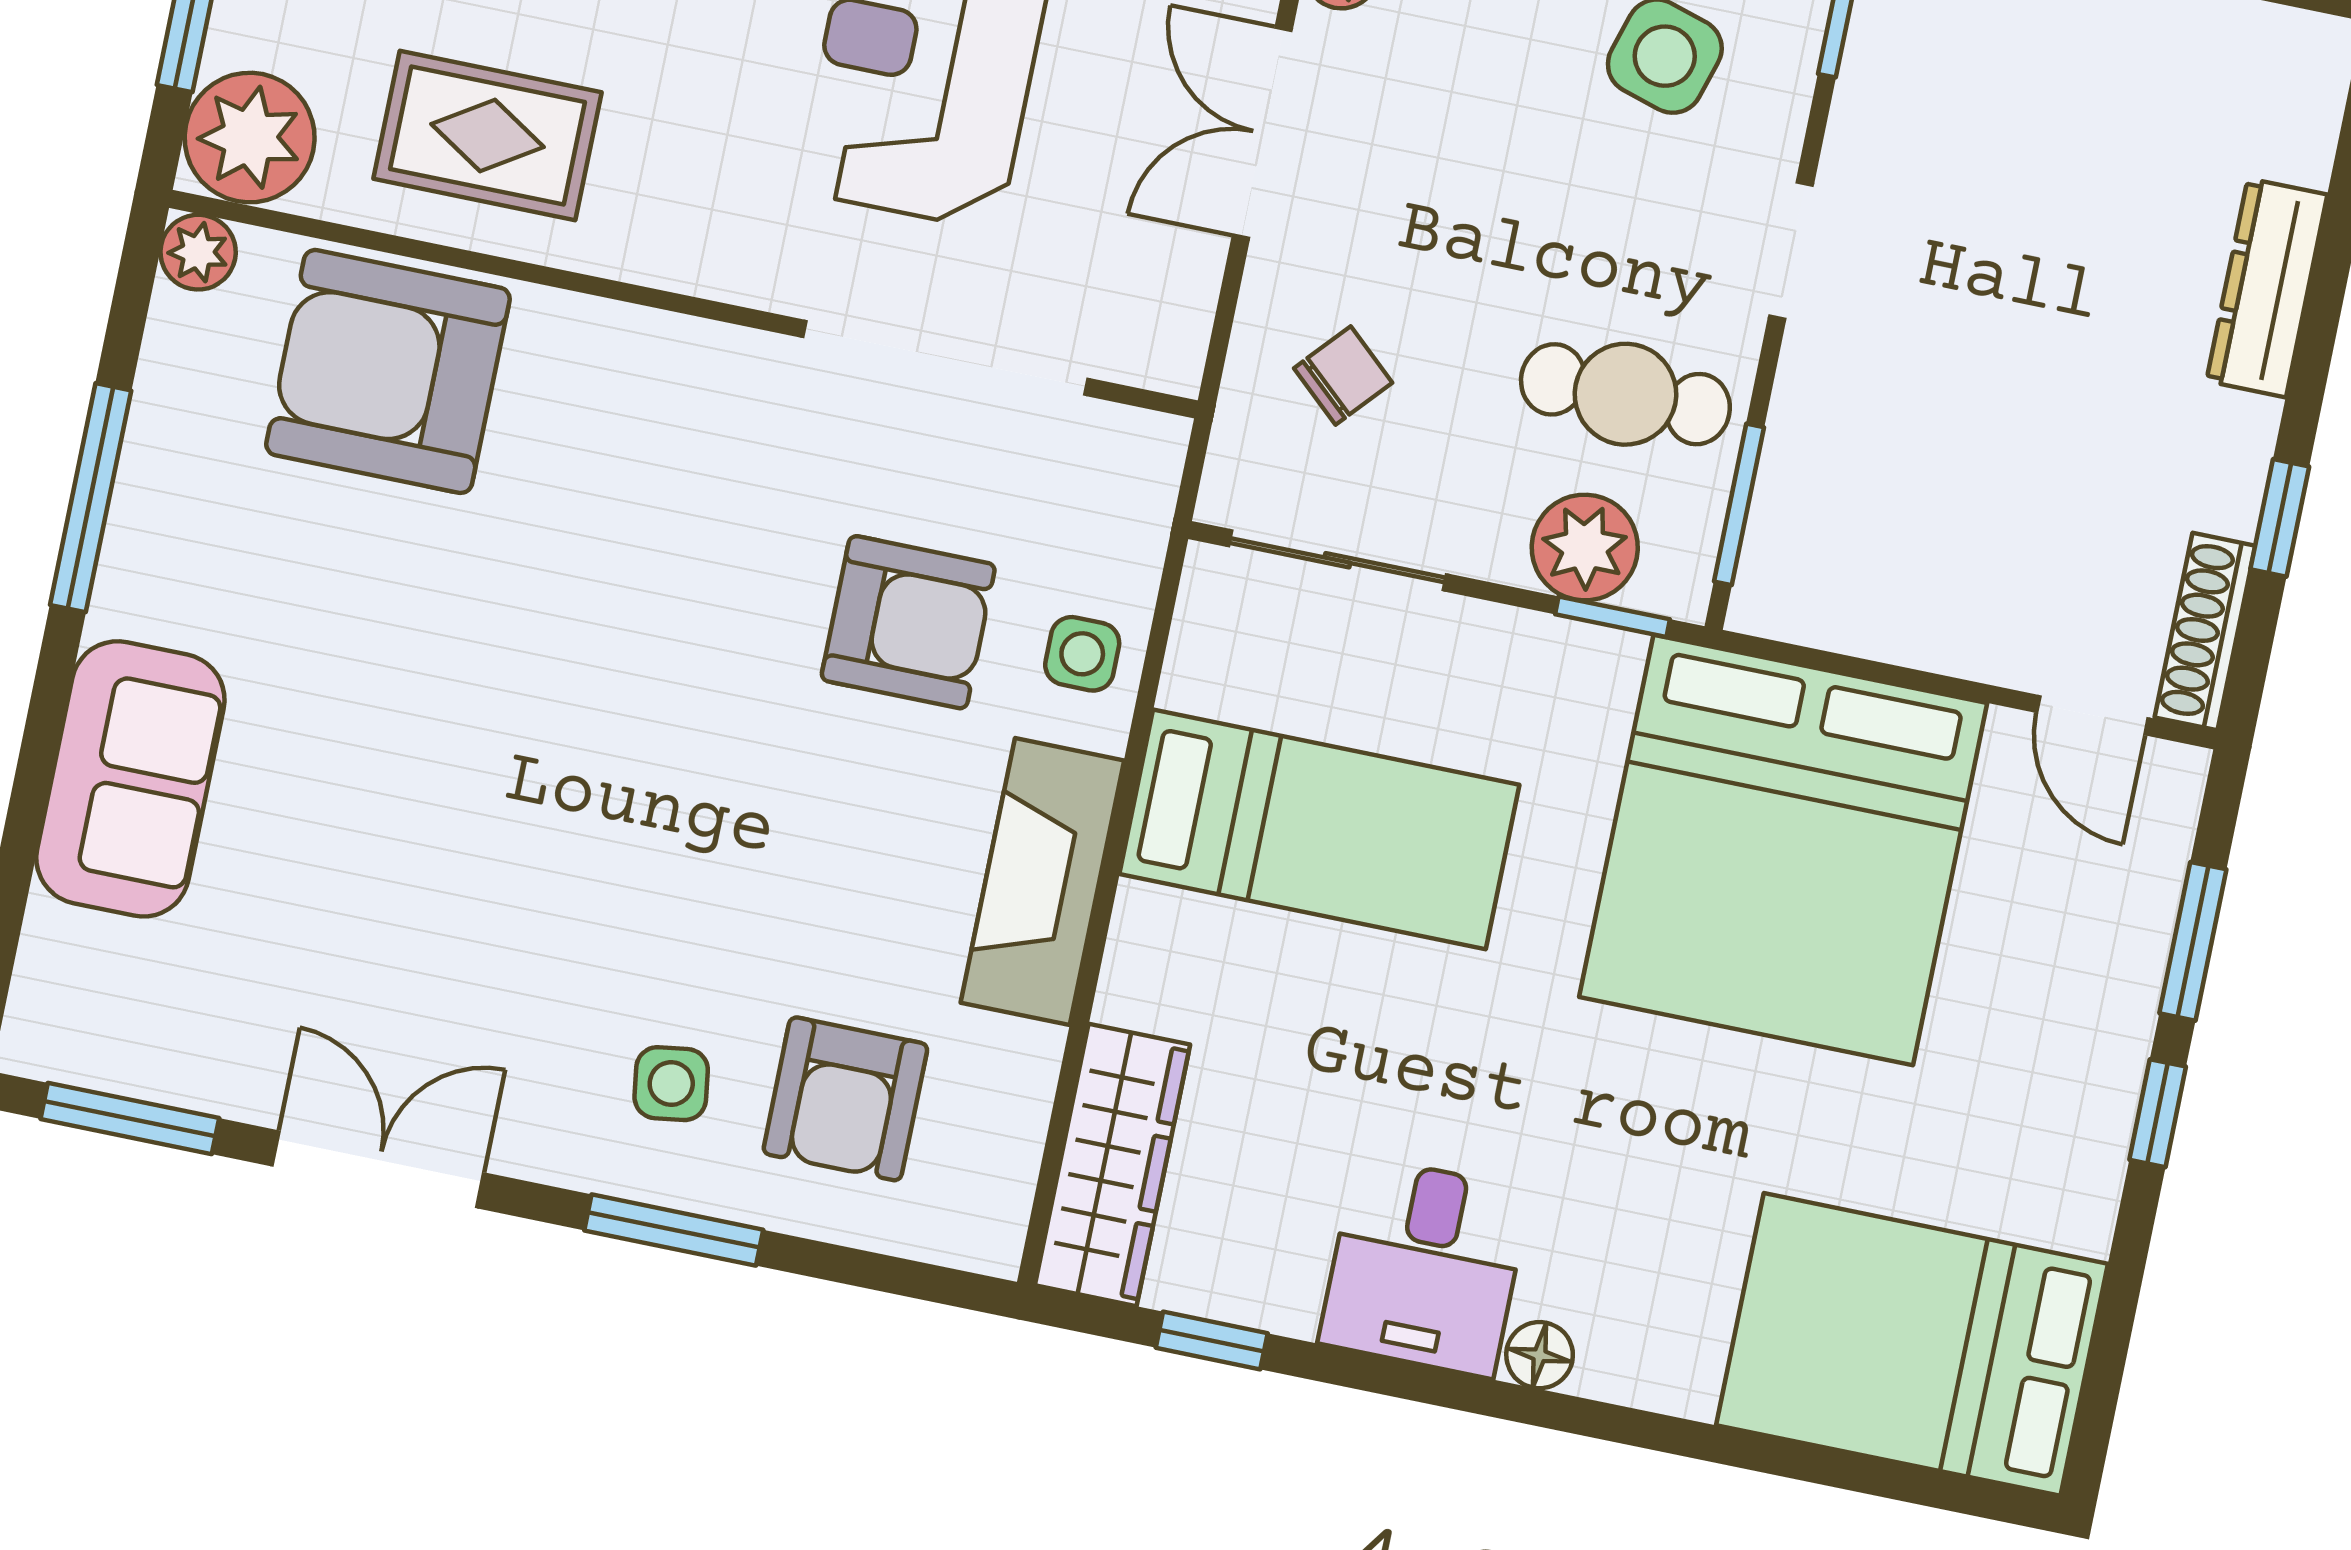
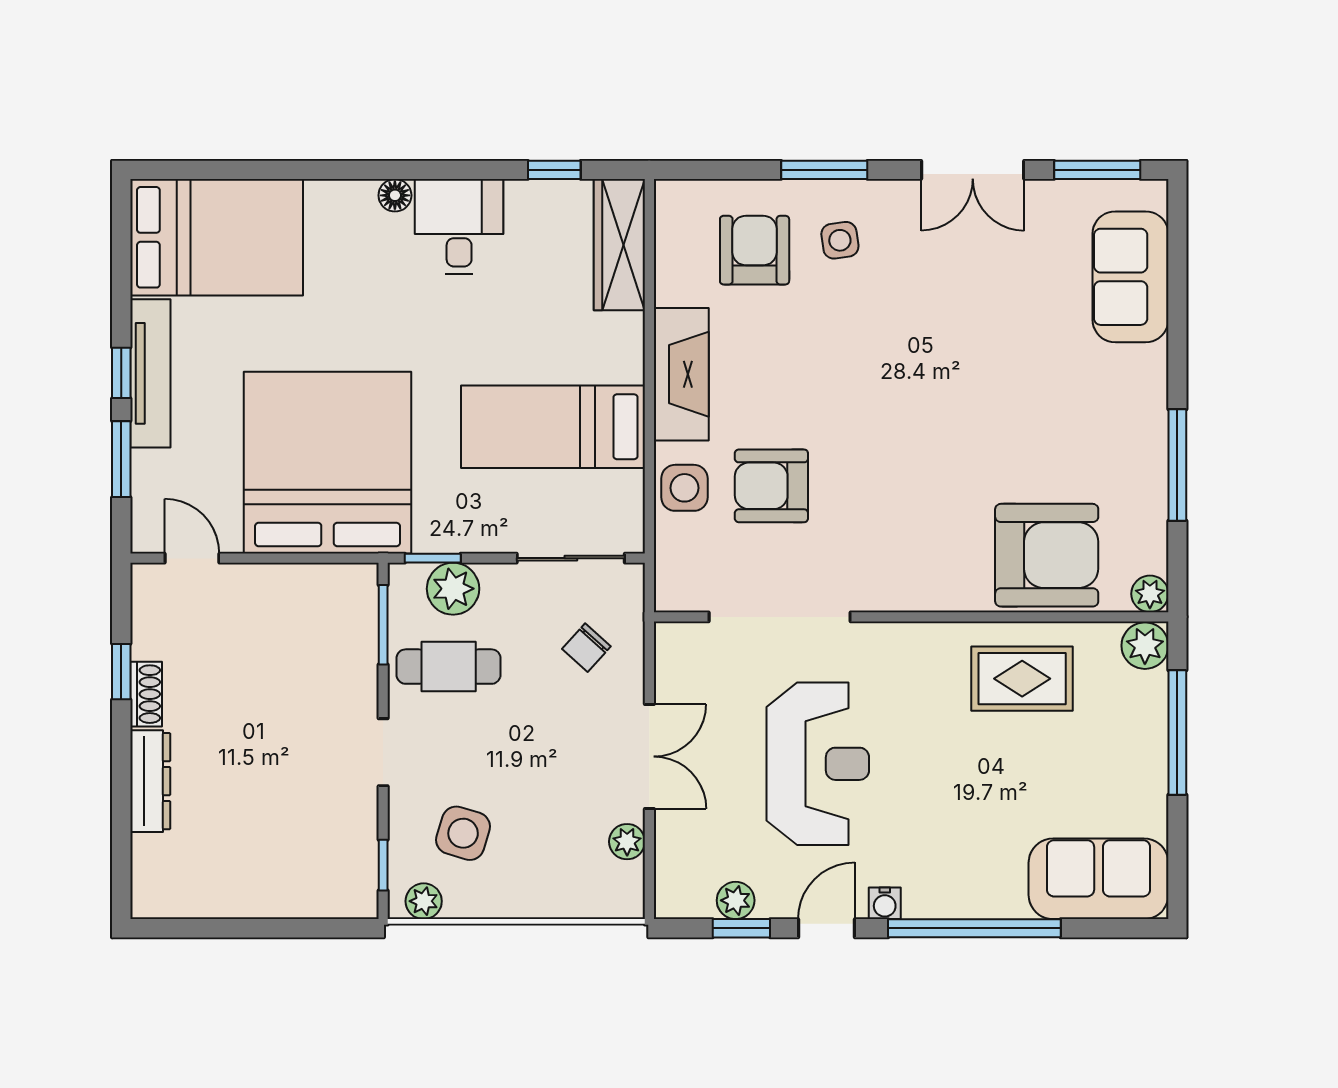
plant: (250, 138) -> (1145, 646), width x0.73, depth x0.73
shoe rack: (2205, 632) -> (146, 694), moved, width x0.70
side table: (1082, 654) -> (684, 488), width x1.37, depth x1.37
sofa: (130, 779) -> (1130, 277), moved
tv unit: (2100, 1100) -> (150, 373), added

